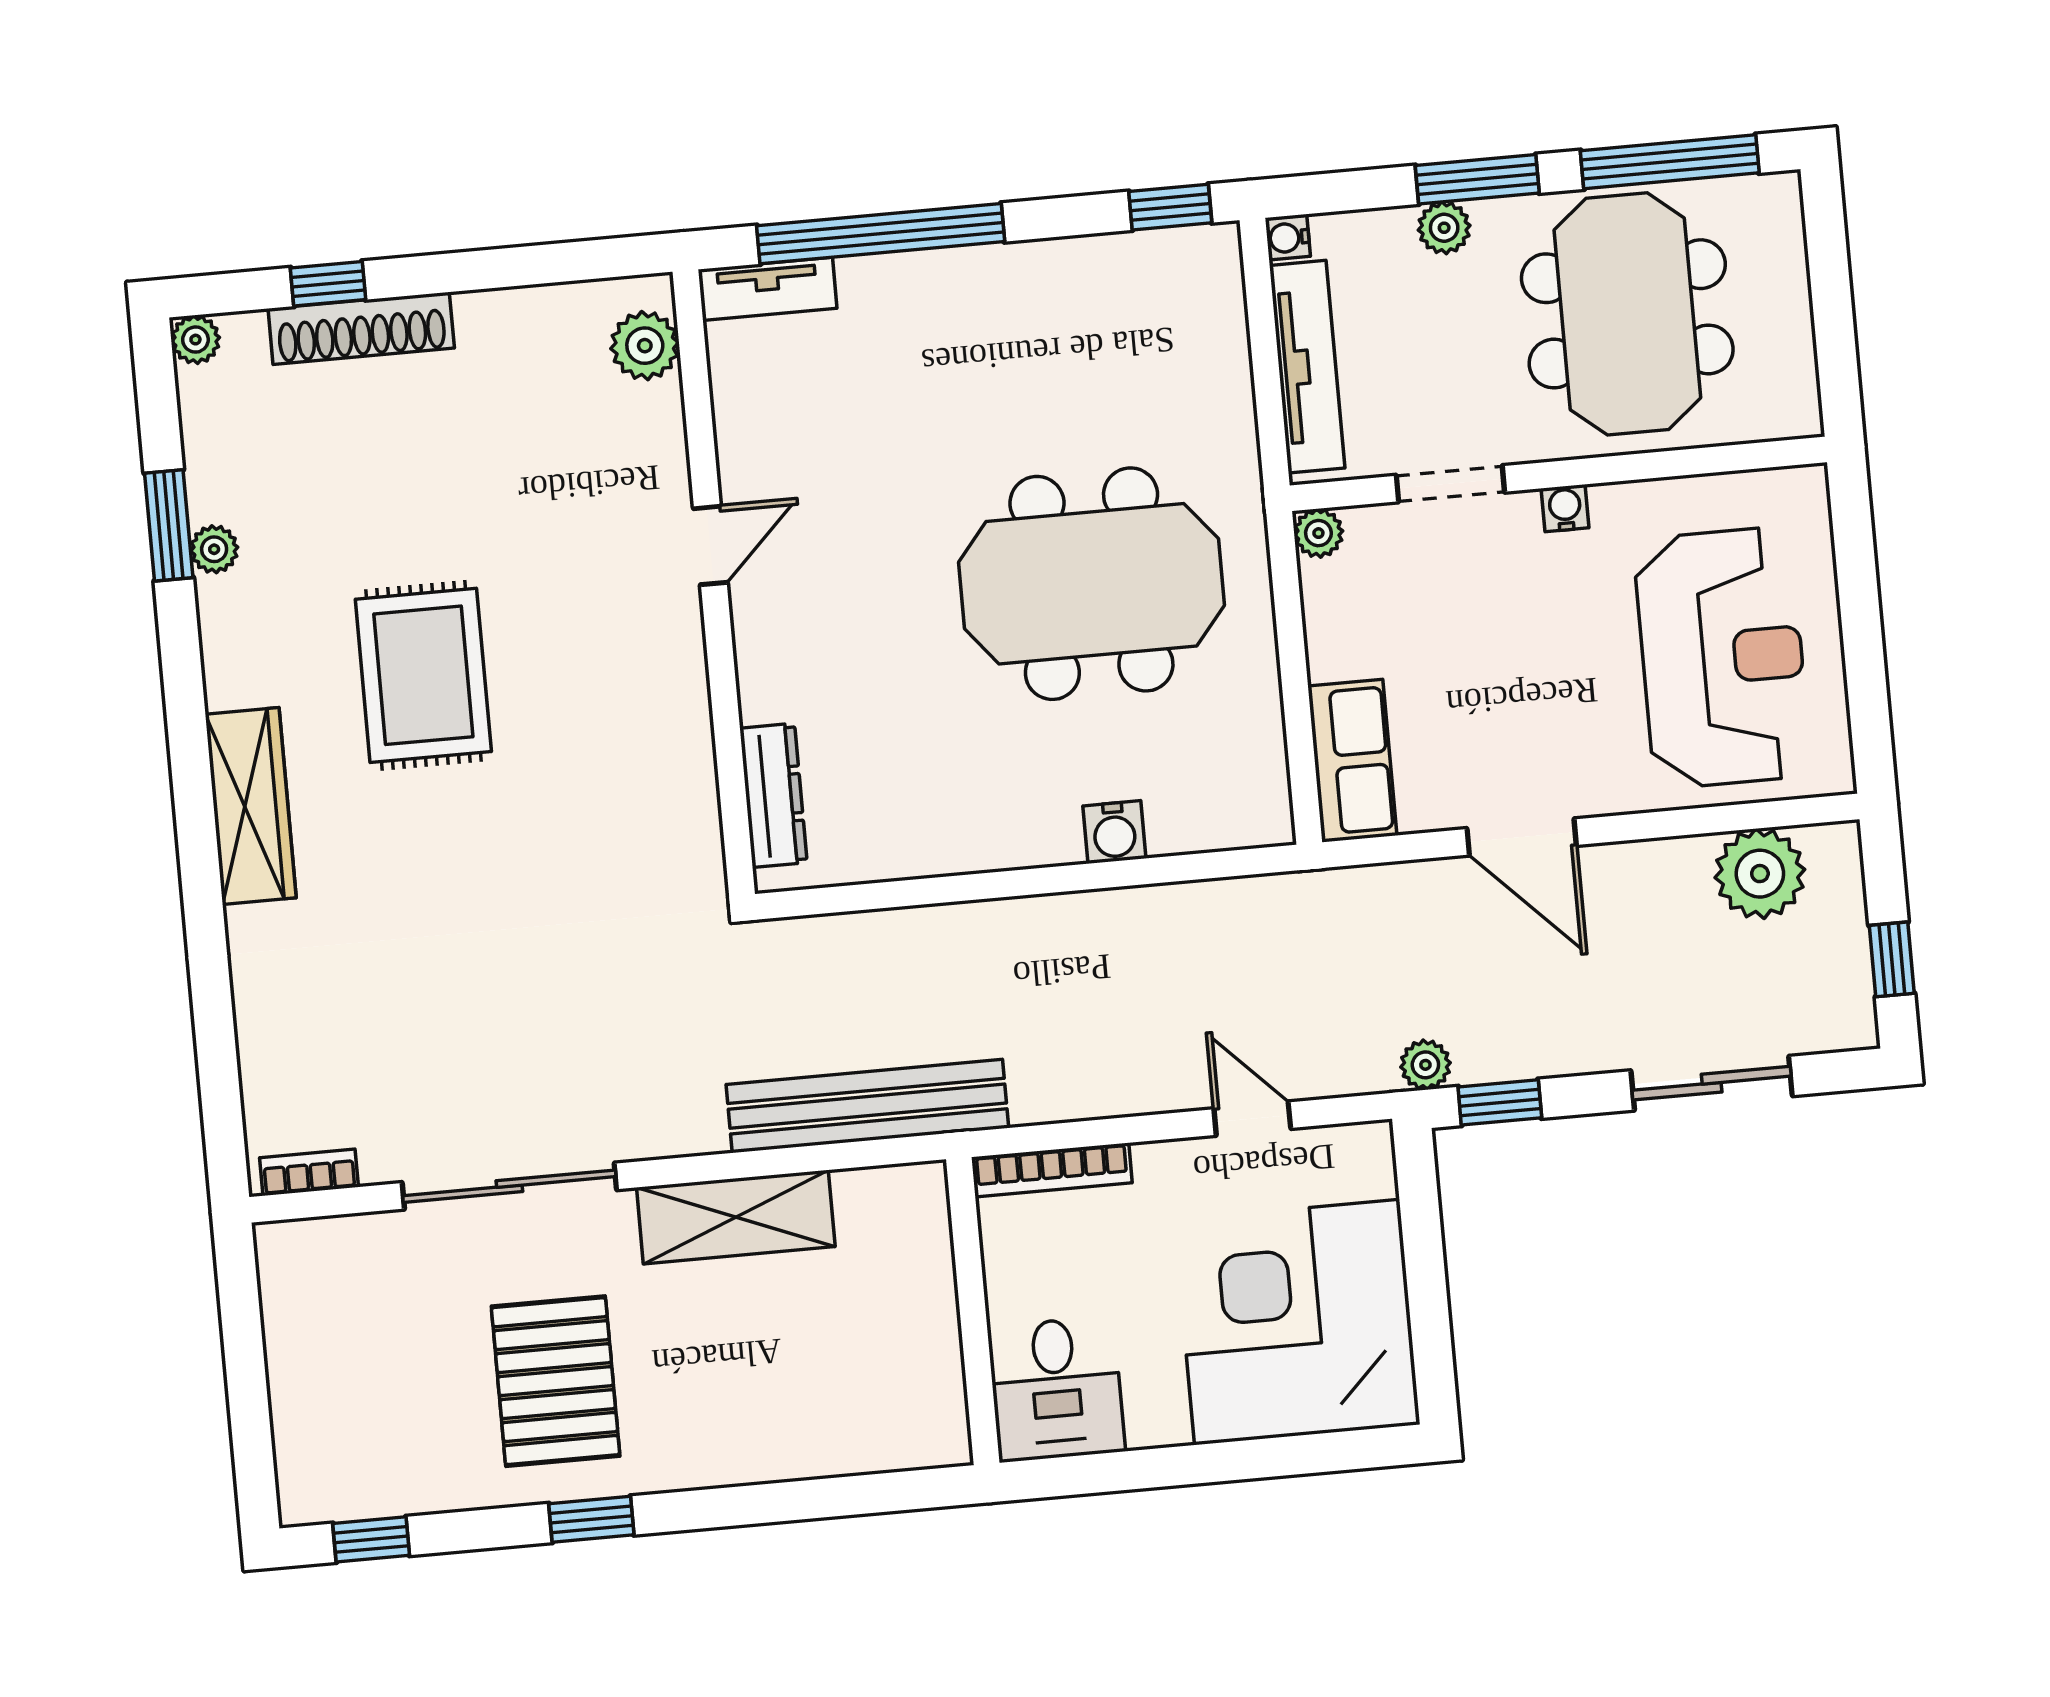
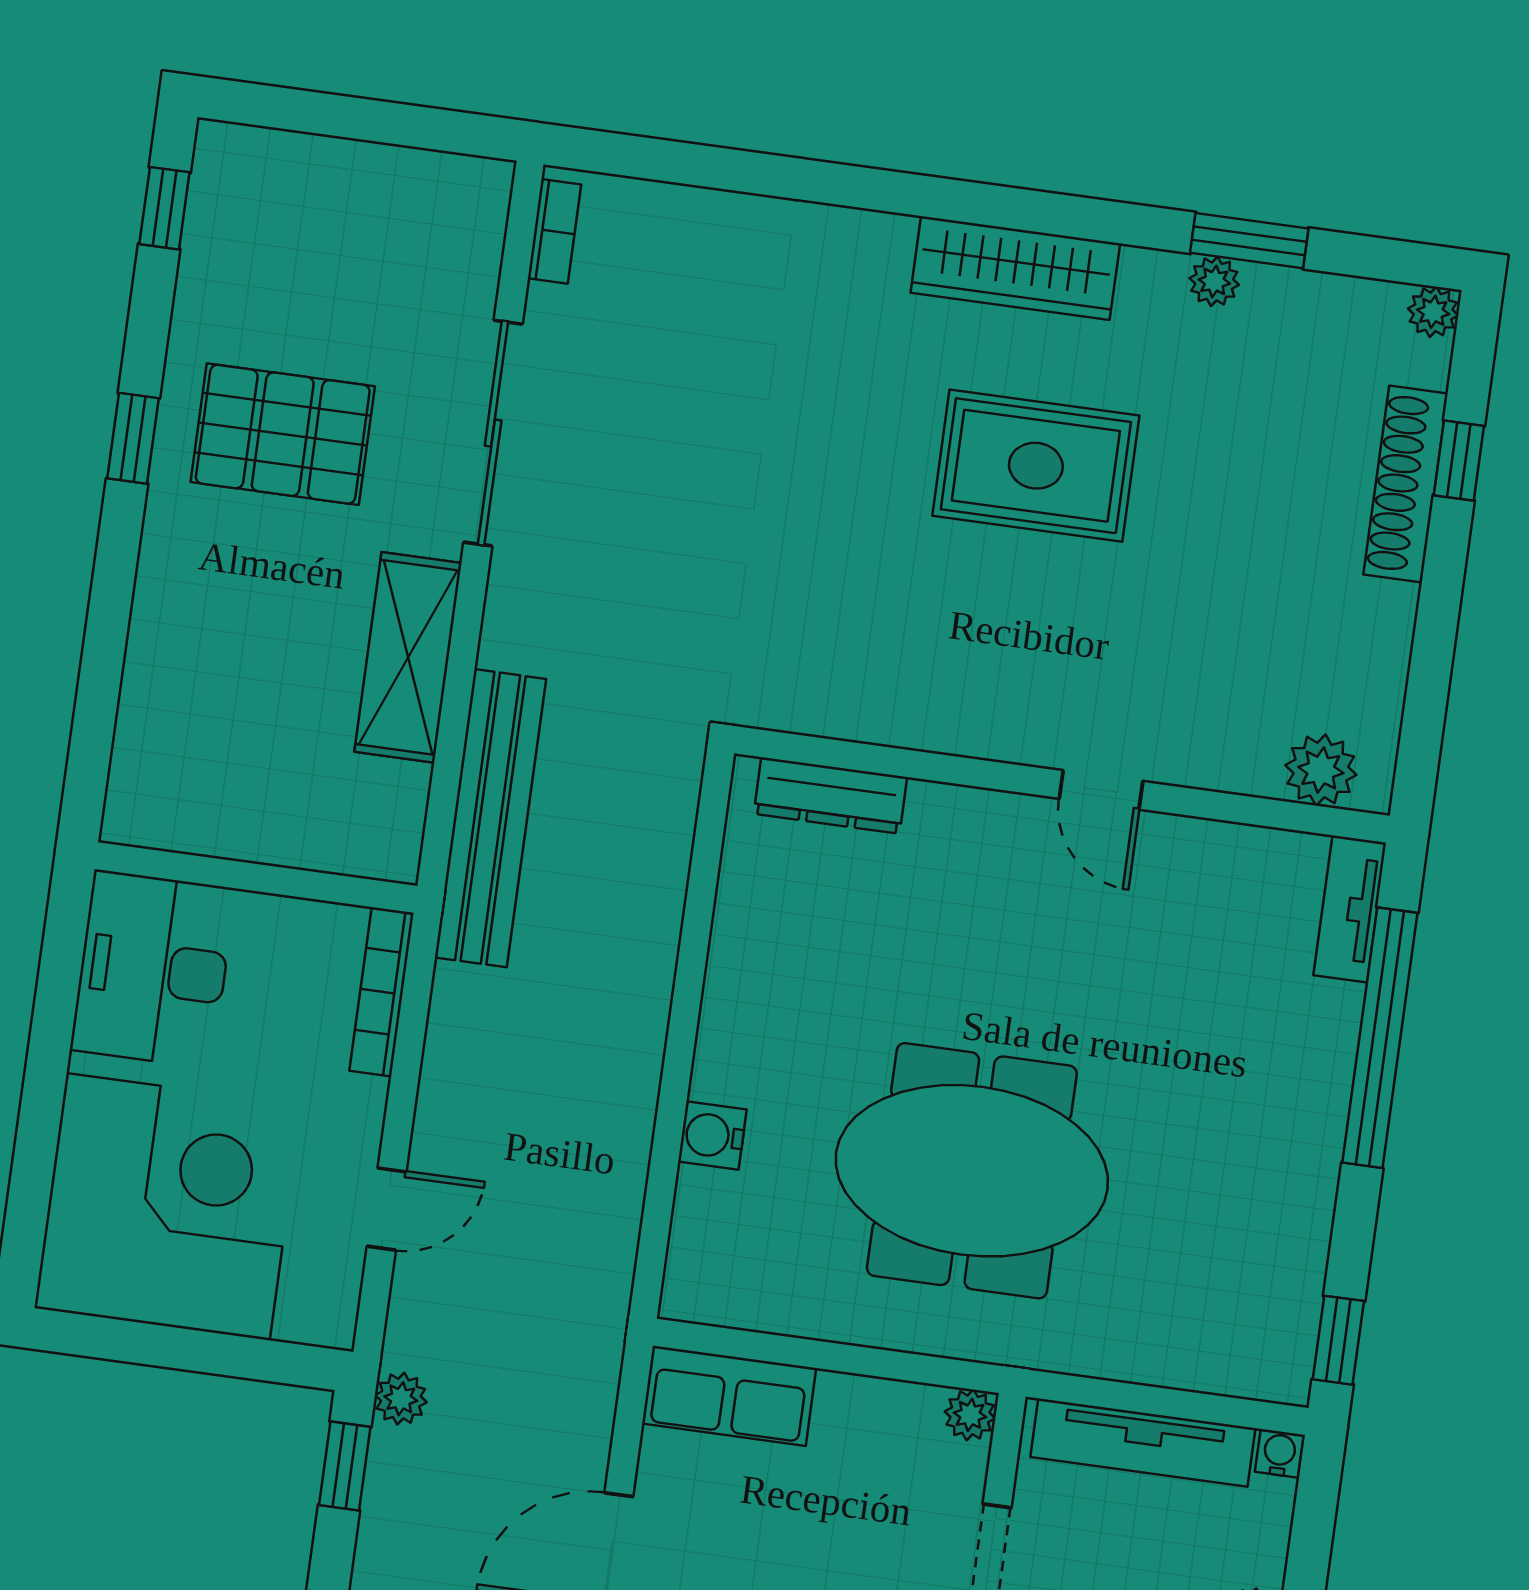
meeting table: (1091, 584) -> (972, 1171), turned 90
wardrobe: (251, 806) -> (1015, 268), moved
desk: (1056, 1389) -> (153, 969), width x1.37

